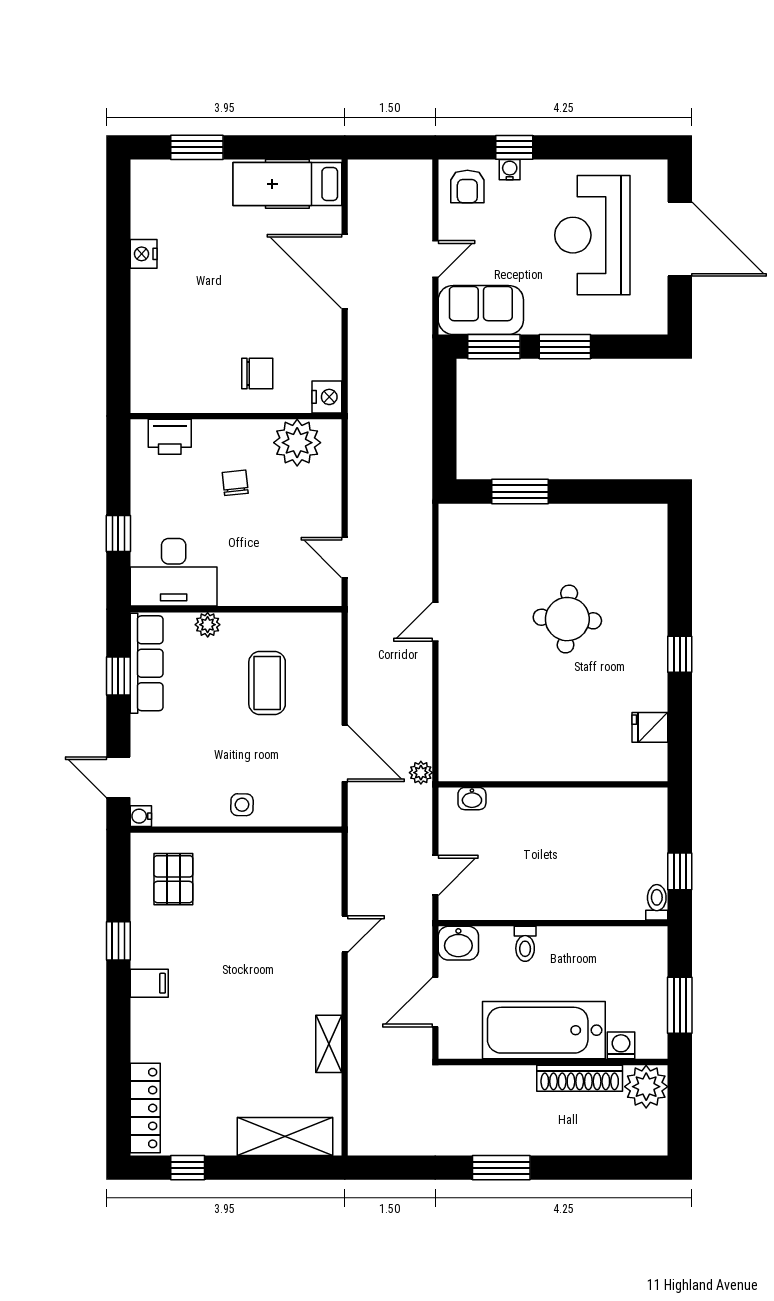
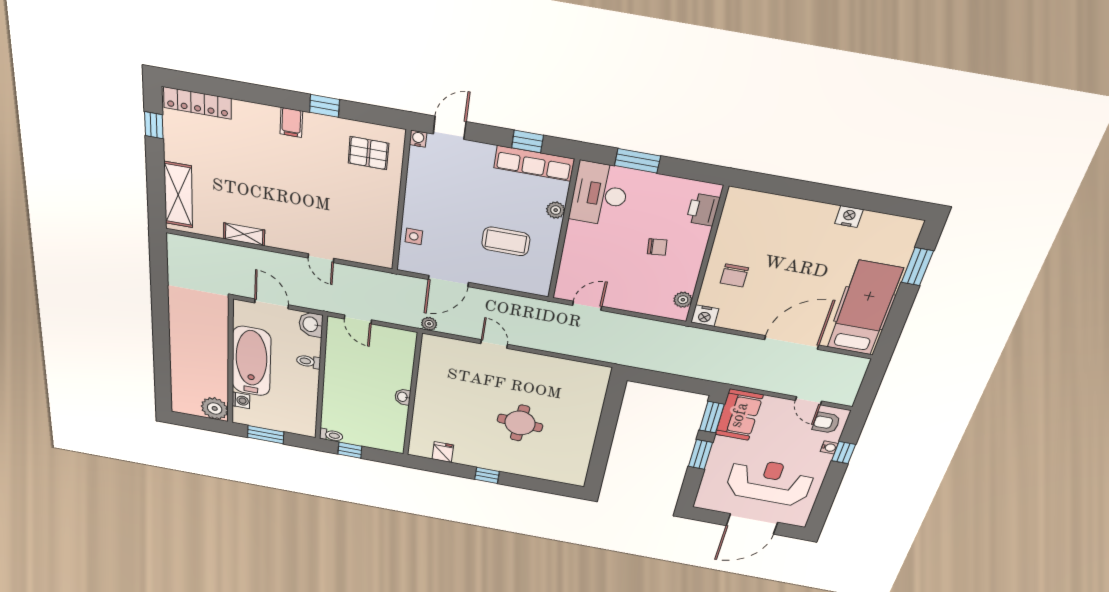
hospital bed: (287, 184) -> (865, 308), width x1.37, depth x1.29
door: (435, 259) -> (808, 401), moved
plant: (297, 443) -> (683, 300), width x0.53, depth x0.53
window: (520, 492) -> (610, 413), removed
window: (118, 533) -> (638, 161), width x1.50
door: (435, 622) -> (494, 344), moved
washbasin: (472, 799) -> (403, 397), moved
side table: (242, 805) -> (414, 236), moved
shoe rack: (580, 1078) -> (220, 375), removed
window: (501, 1168) -> (161, 321), removed

